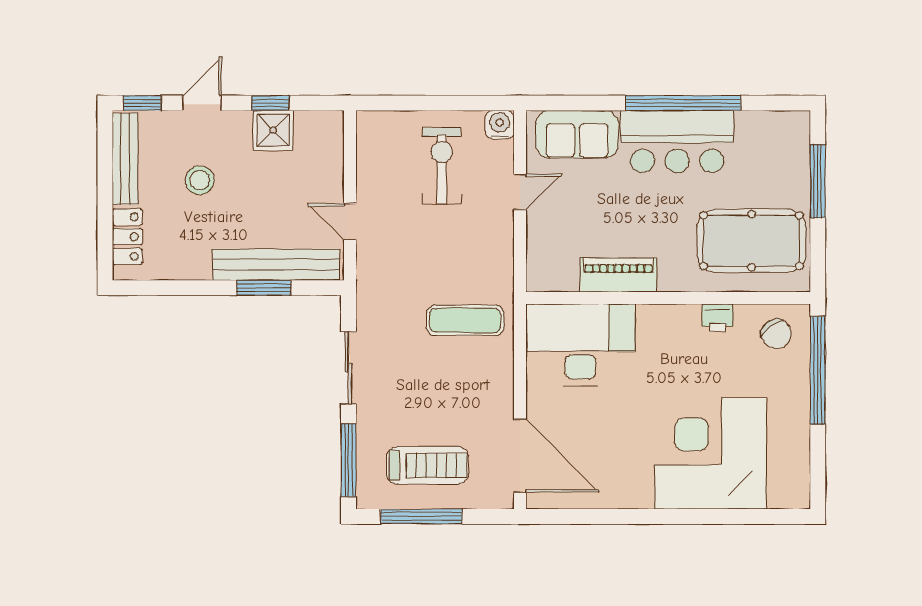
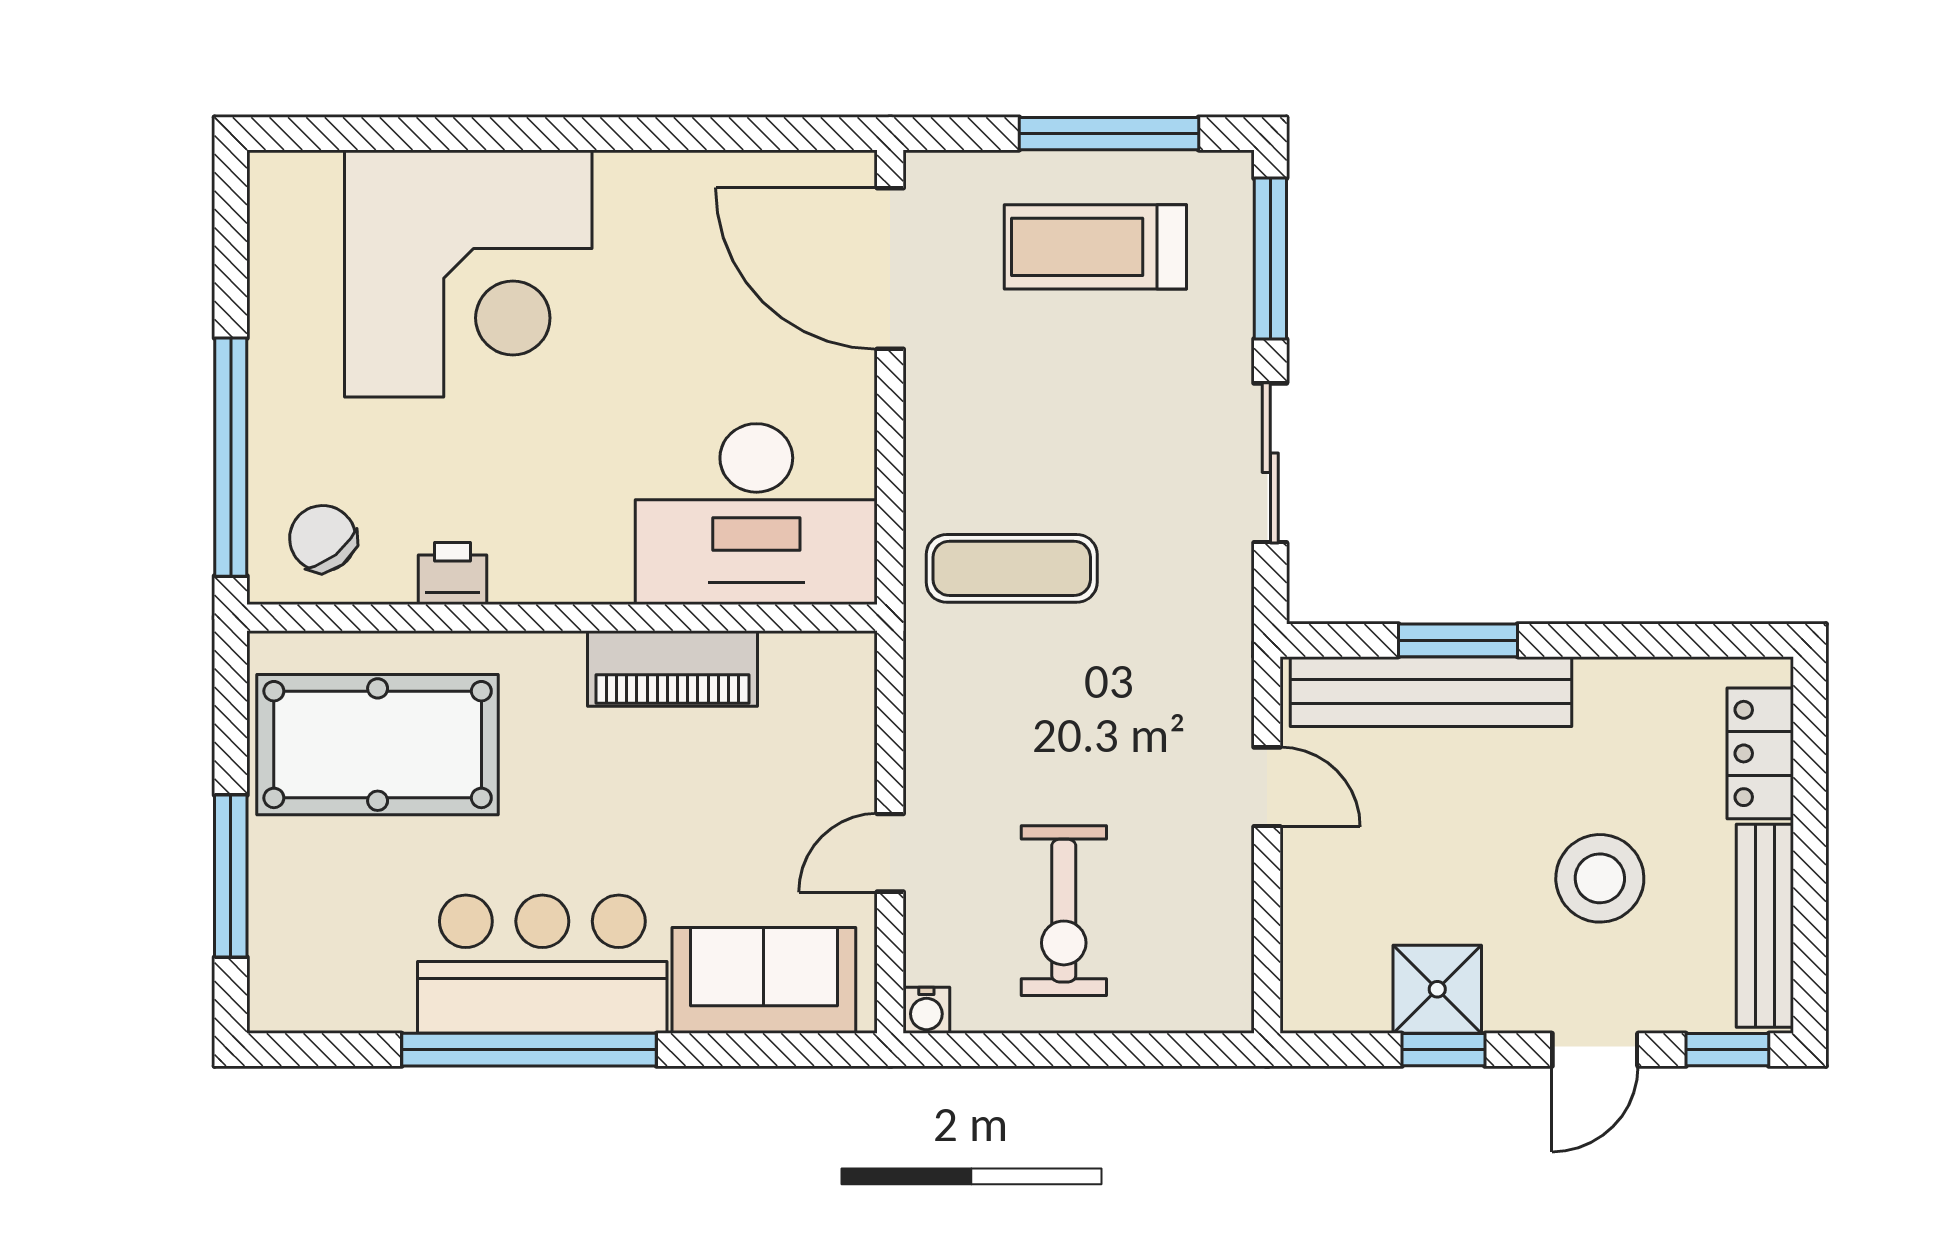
water cooler: (500, 125) -> (926, 1010), width x0.72, depth x0.72
stool: (200, 180) -> (1600, 878), width x1.38, depth x1.38

